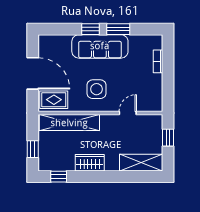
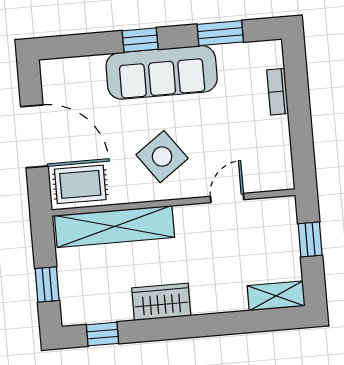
window: (118, 29) -> (220, 33), moved
side table: (97, 89) -> (162, 157), turned -36
shelving: (141, 163) -> (276, 296), width x0.67, depth x0.75

